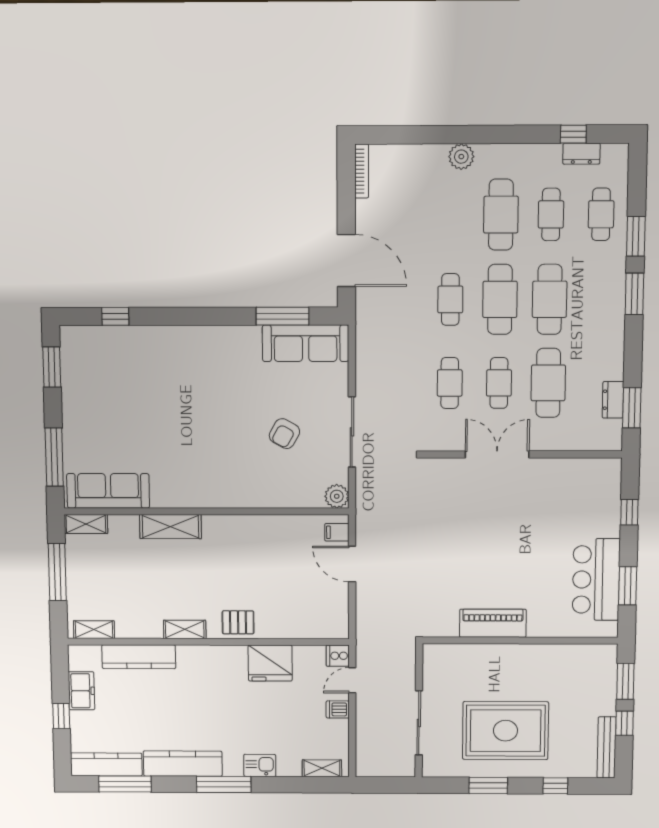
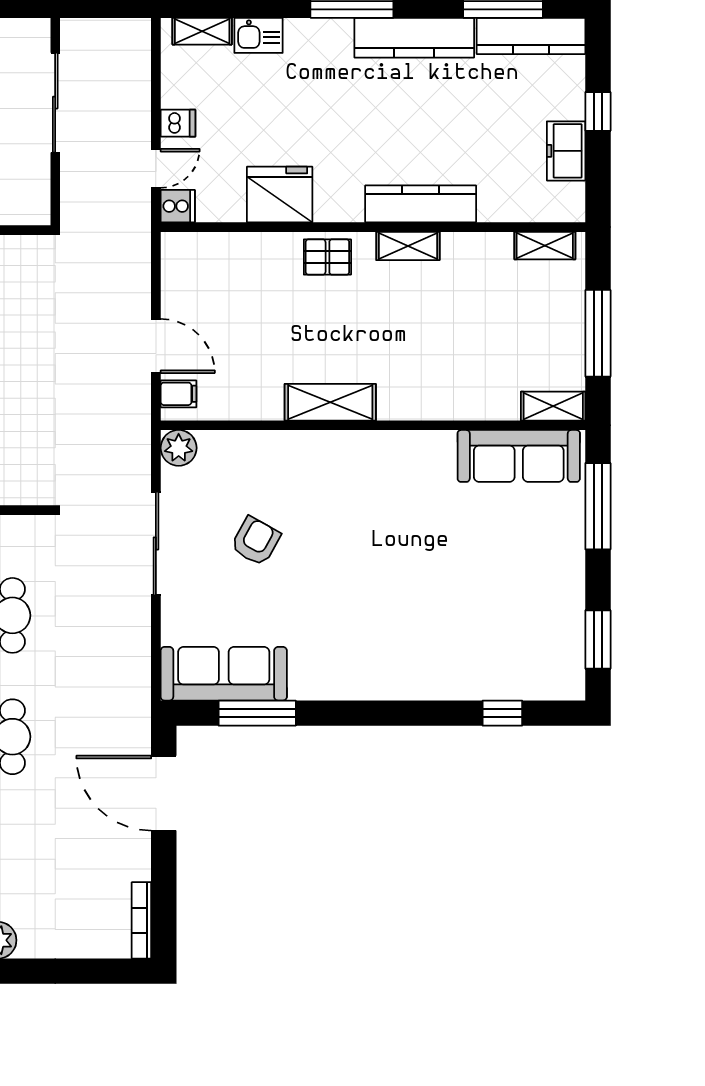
shelving: (171, 527) -> (330, 402), moved
kitchen counter: (139, 657) -> (421, 204), moved
kitchen sink: (260, 765) -> (259, 35), moved

